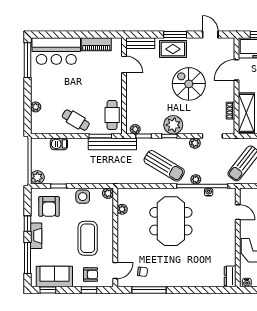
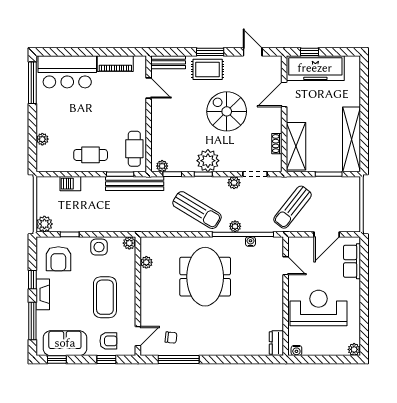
cafe table: (76, 120) -> (91, 155), turned -31

